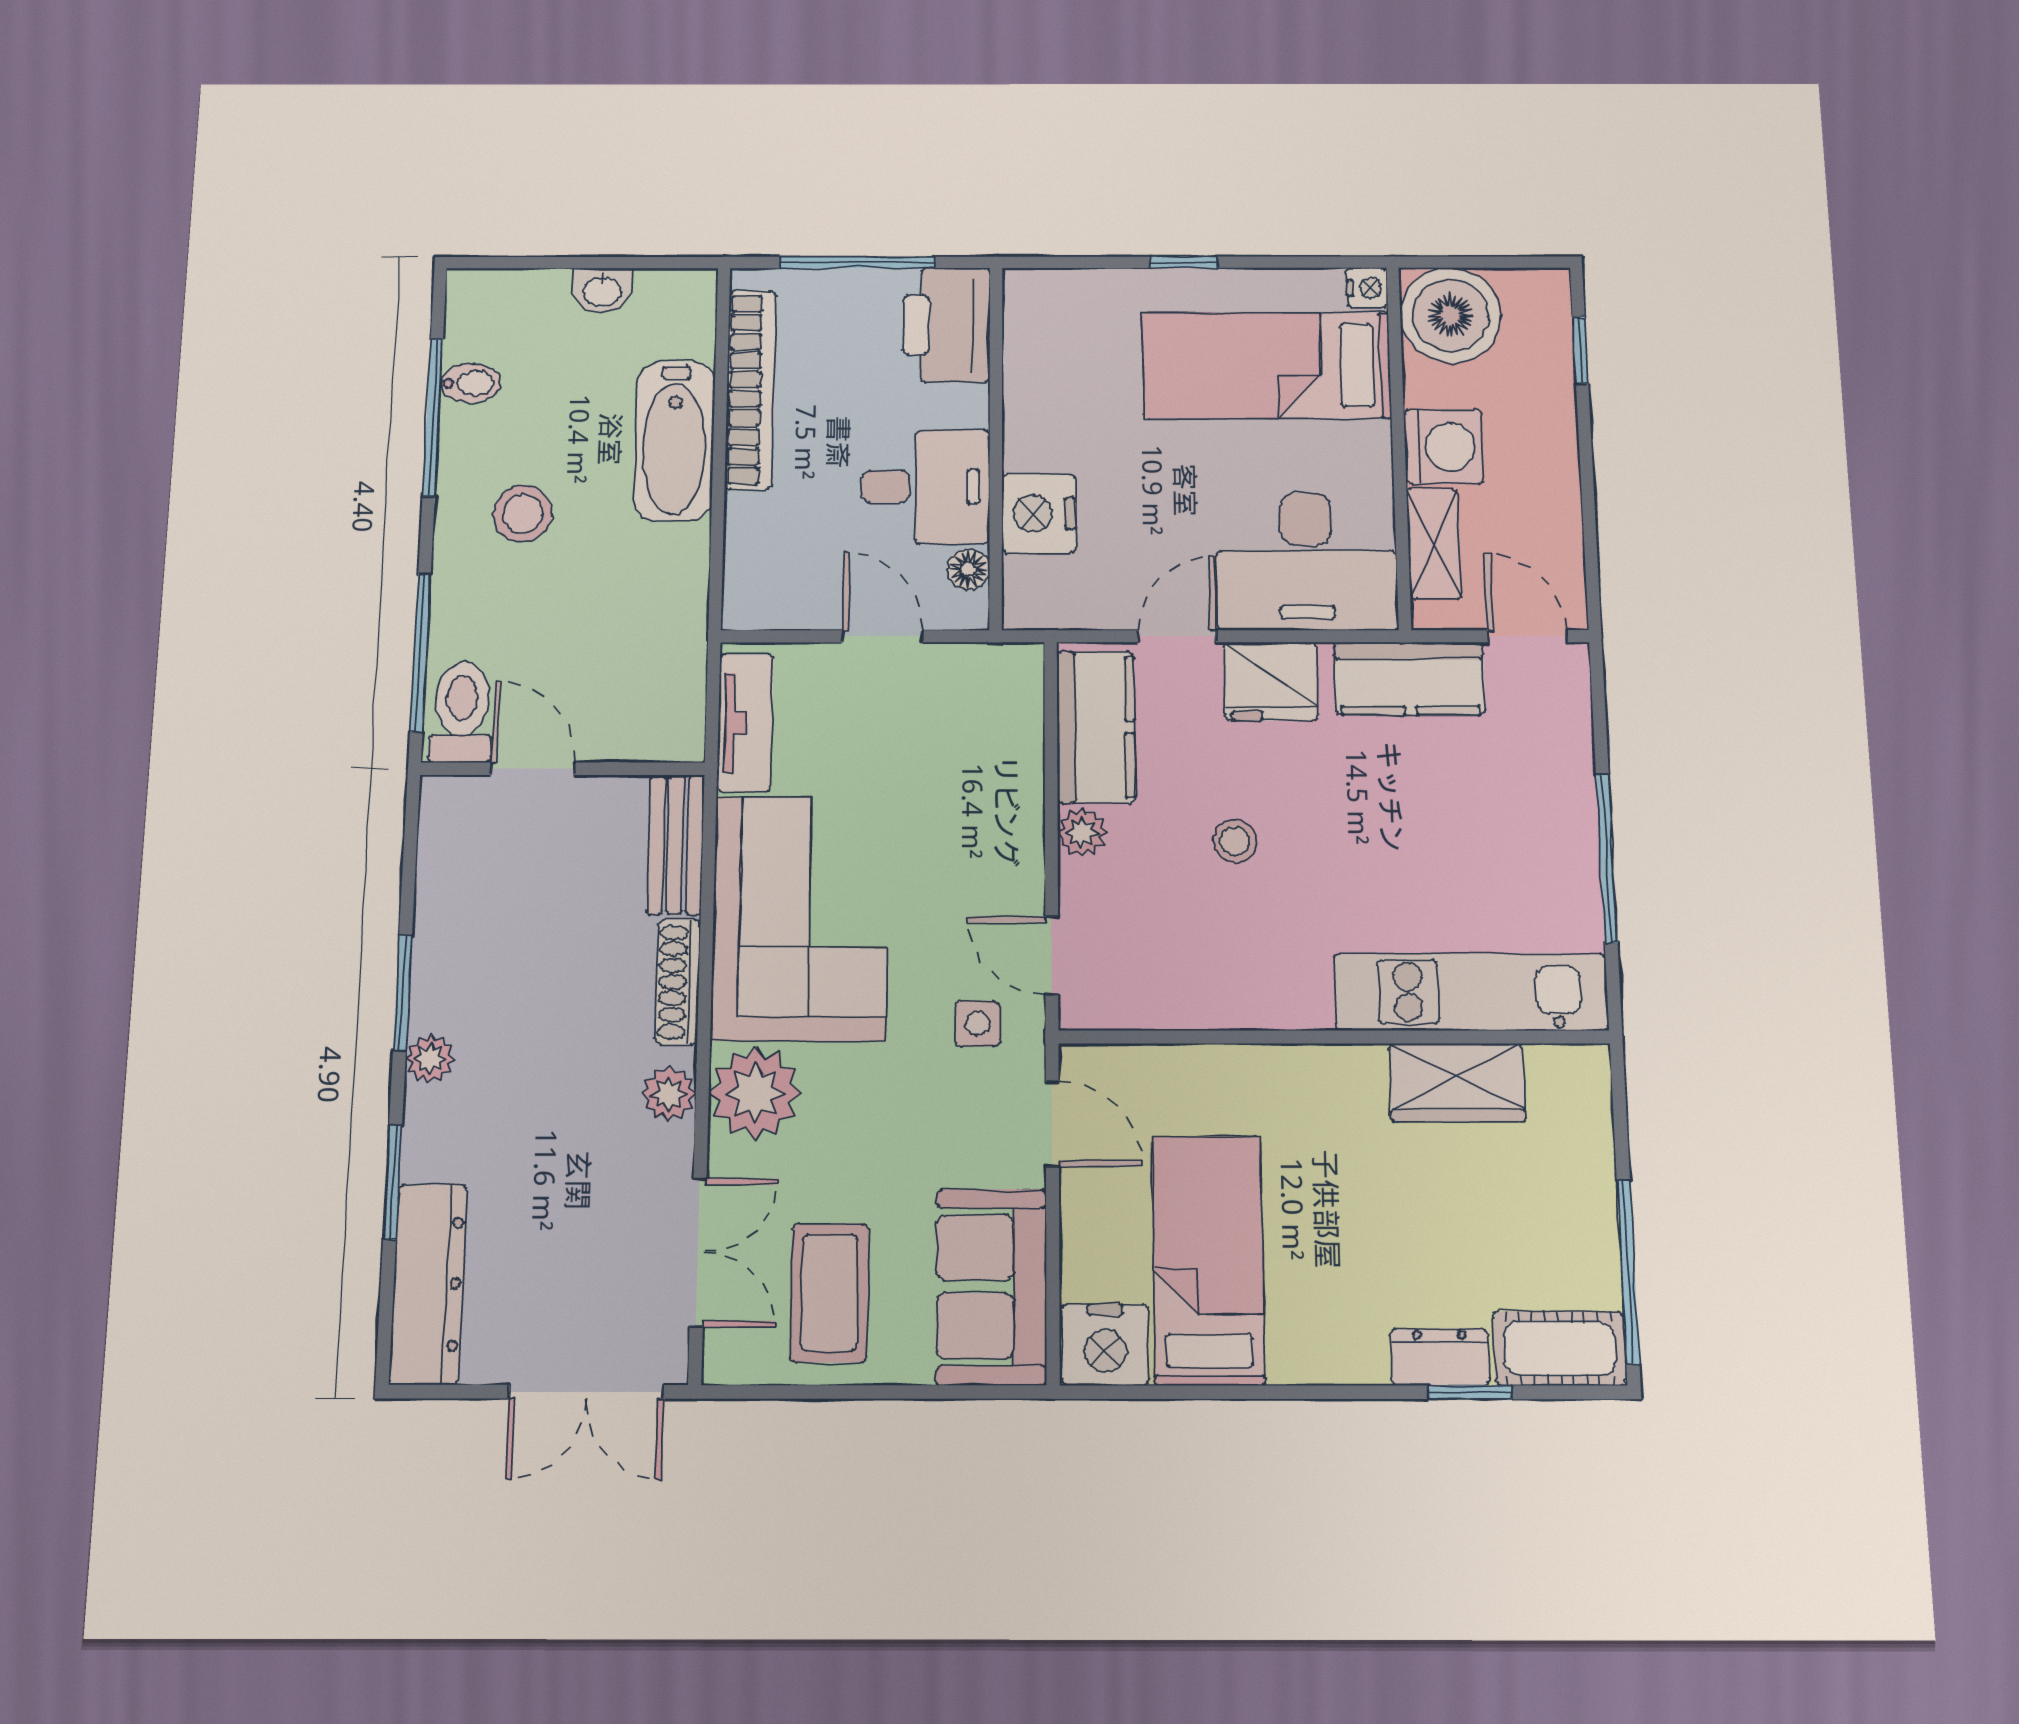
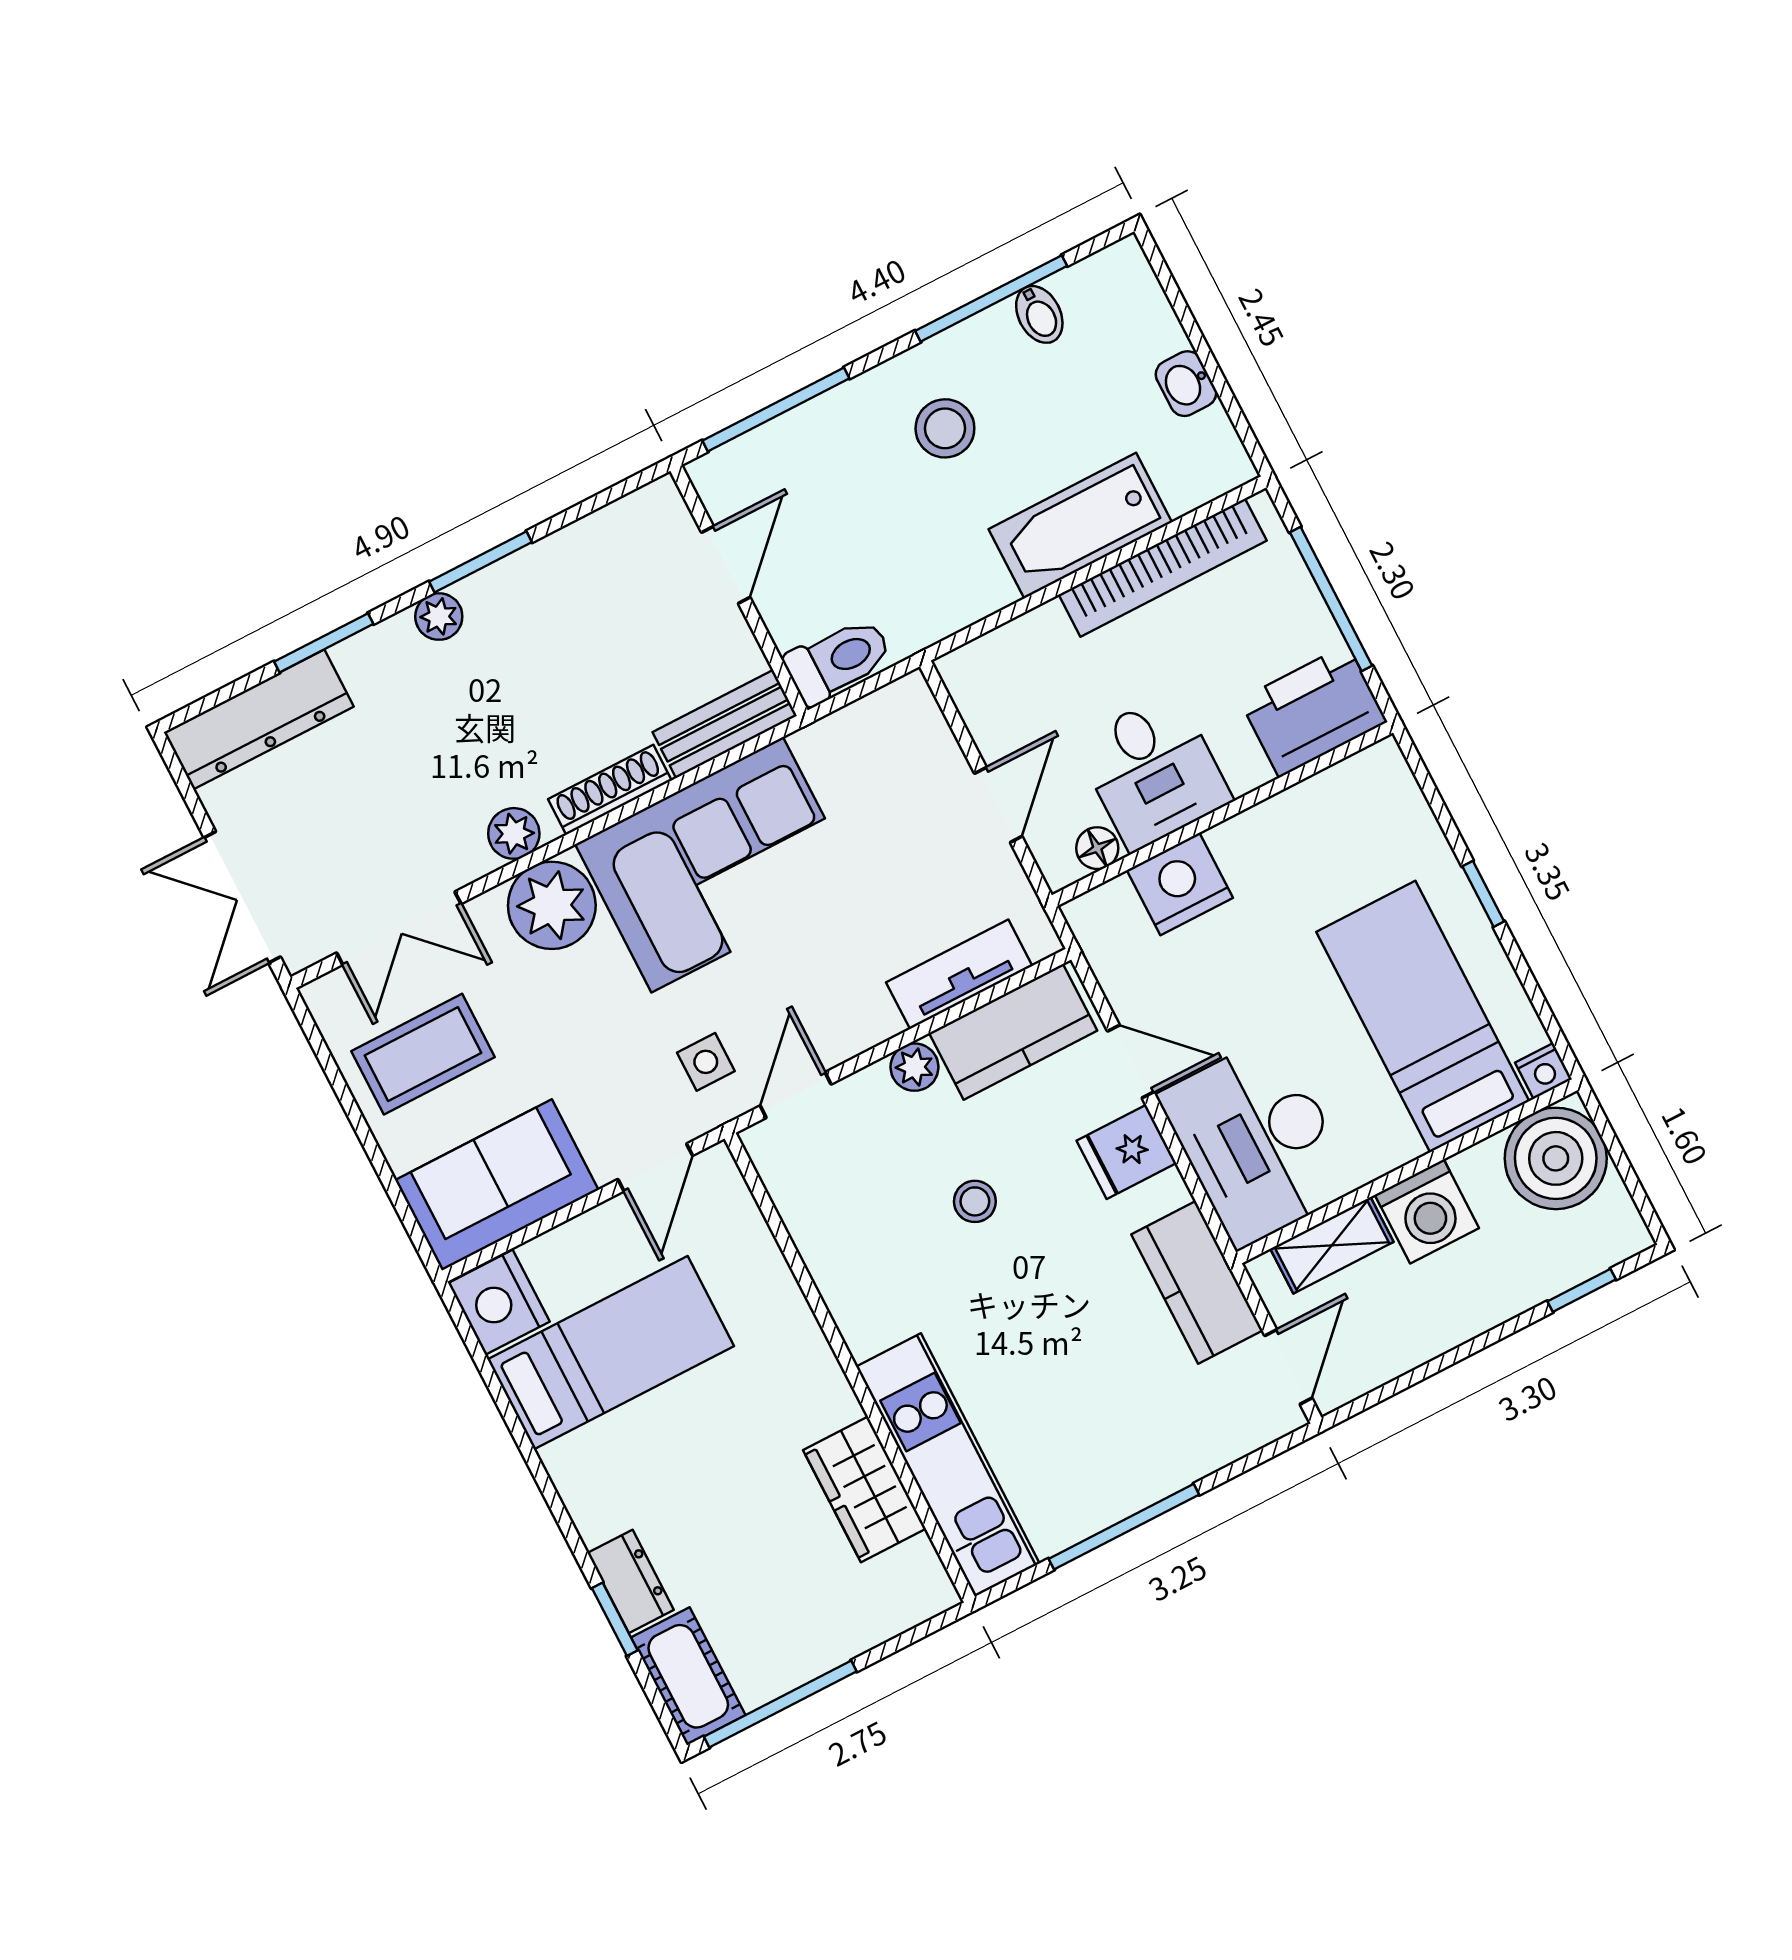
fridge: (1271, 681) -> (1126, 1152), width x0.72
toilet: (462, 712) -> (838, 660), moved
tv unit: (745, 723) -> (959, 974), moved, turned 180

